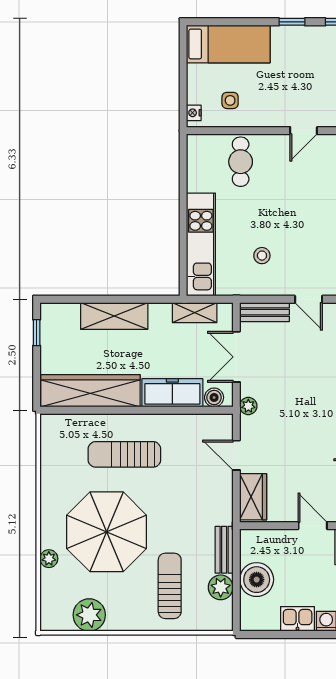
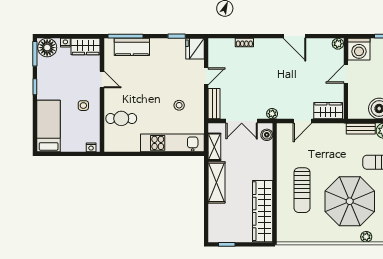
side table: (230, 100) -> (83, 106), moved
shelving: (114, 316) -> (216, 182), moved
freezer: (172, 393) -> (264, 161), removed

